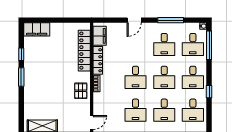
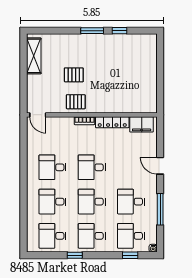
filing cabinet: (37, 29) -> (149, 49), removed
window: (209, 45) -> (130, 255), width x0.46
locker: (84, 51) -> (124, 106), removed
pallet: (58, 92) -> (74, 75), added

